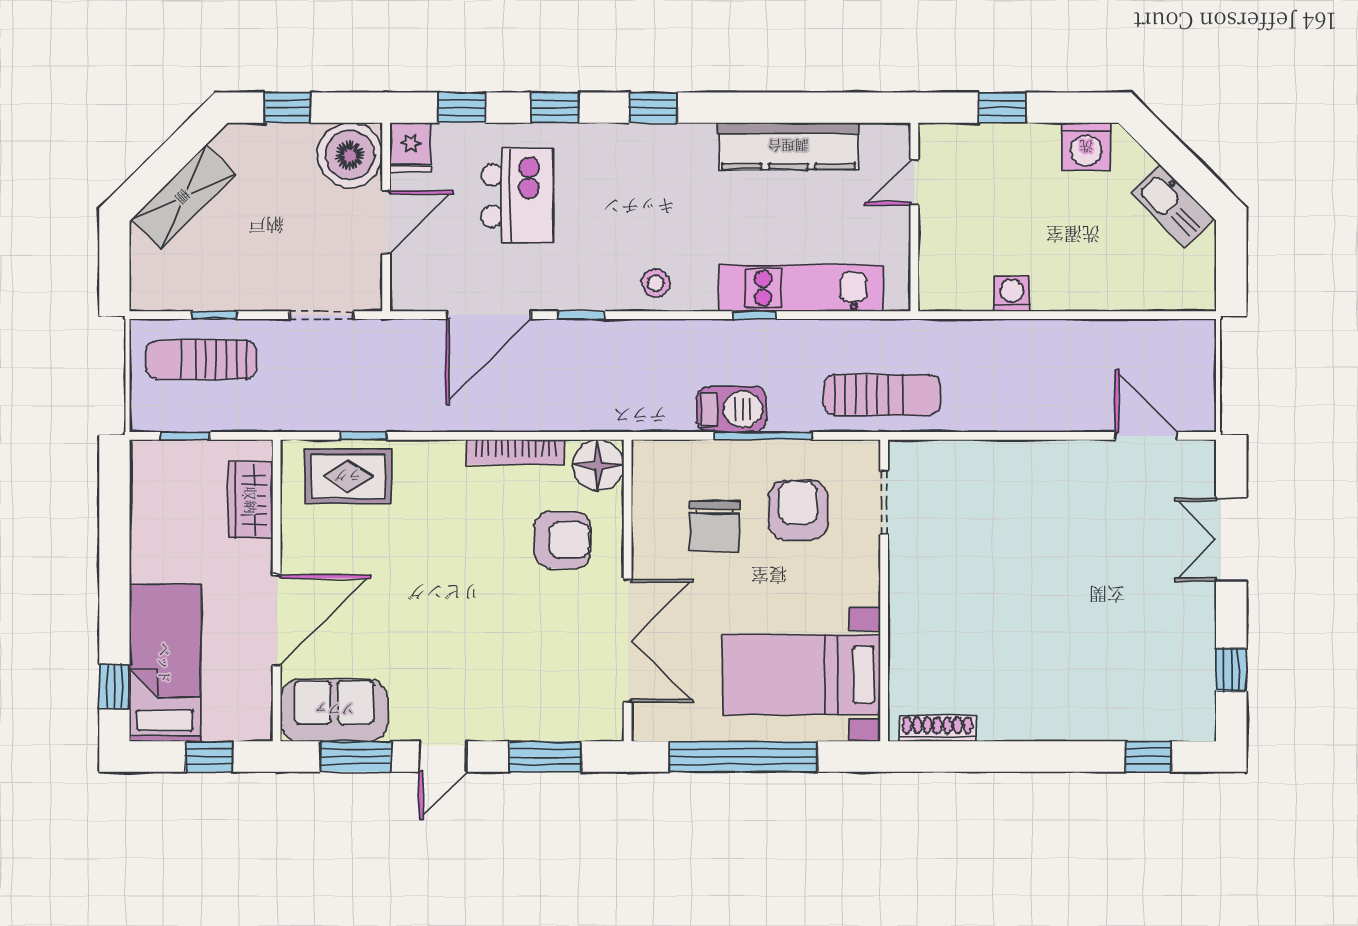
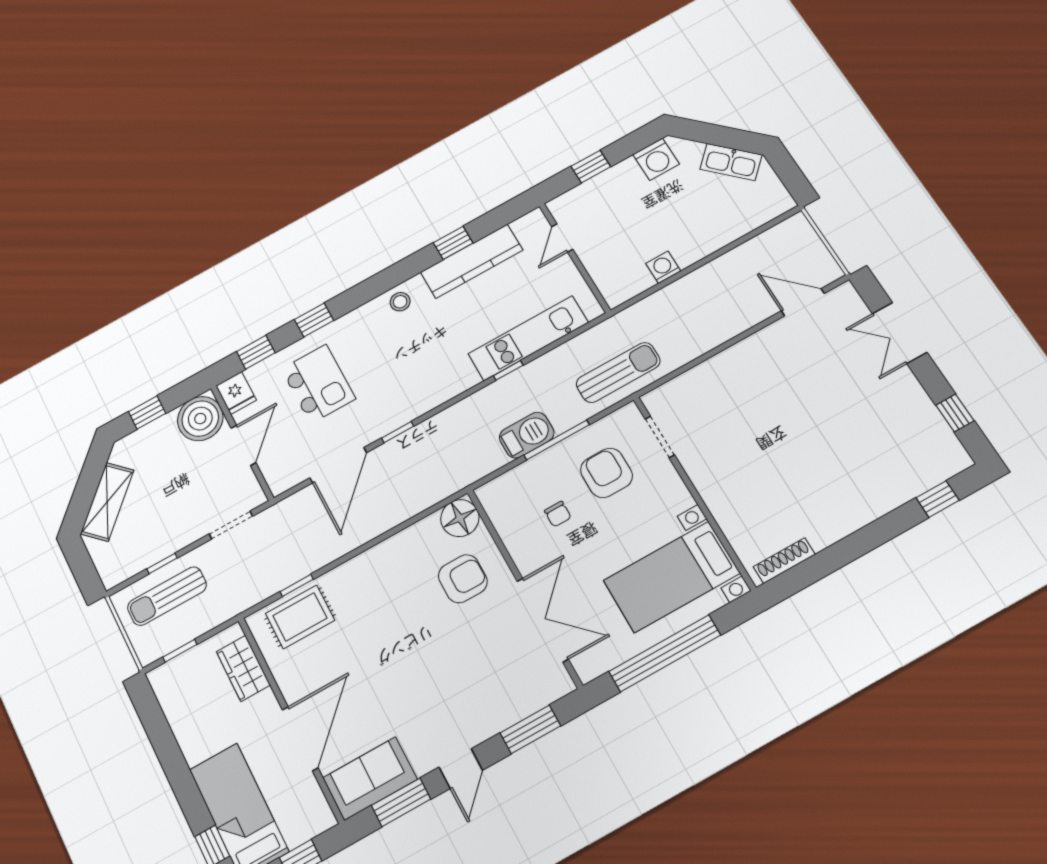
window: (653, 108) -> (453, 243), moved
stool: (656, 283) -> (400, 302), moved
bookcase: (515, 452) -> (401, 540), removed
chair: (714, 526) -> (558, 514), width x0.54, depth x0.54

